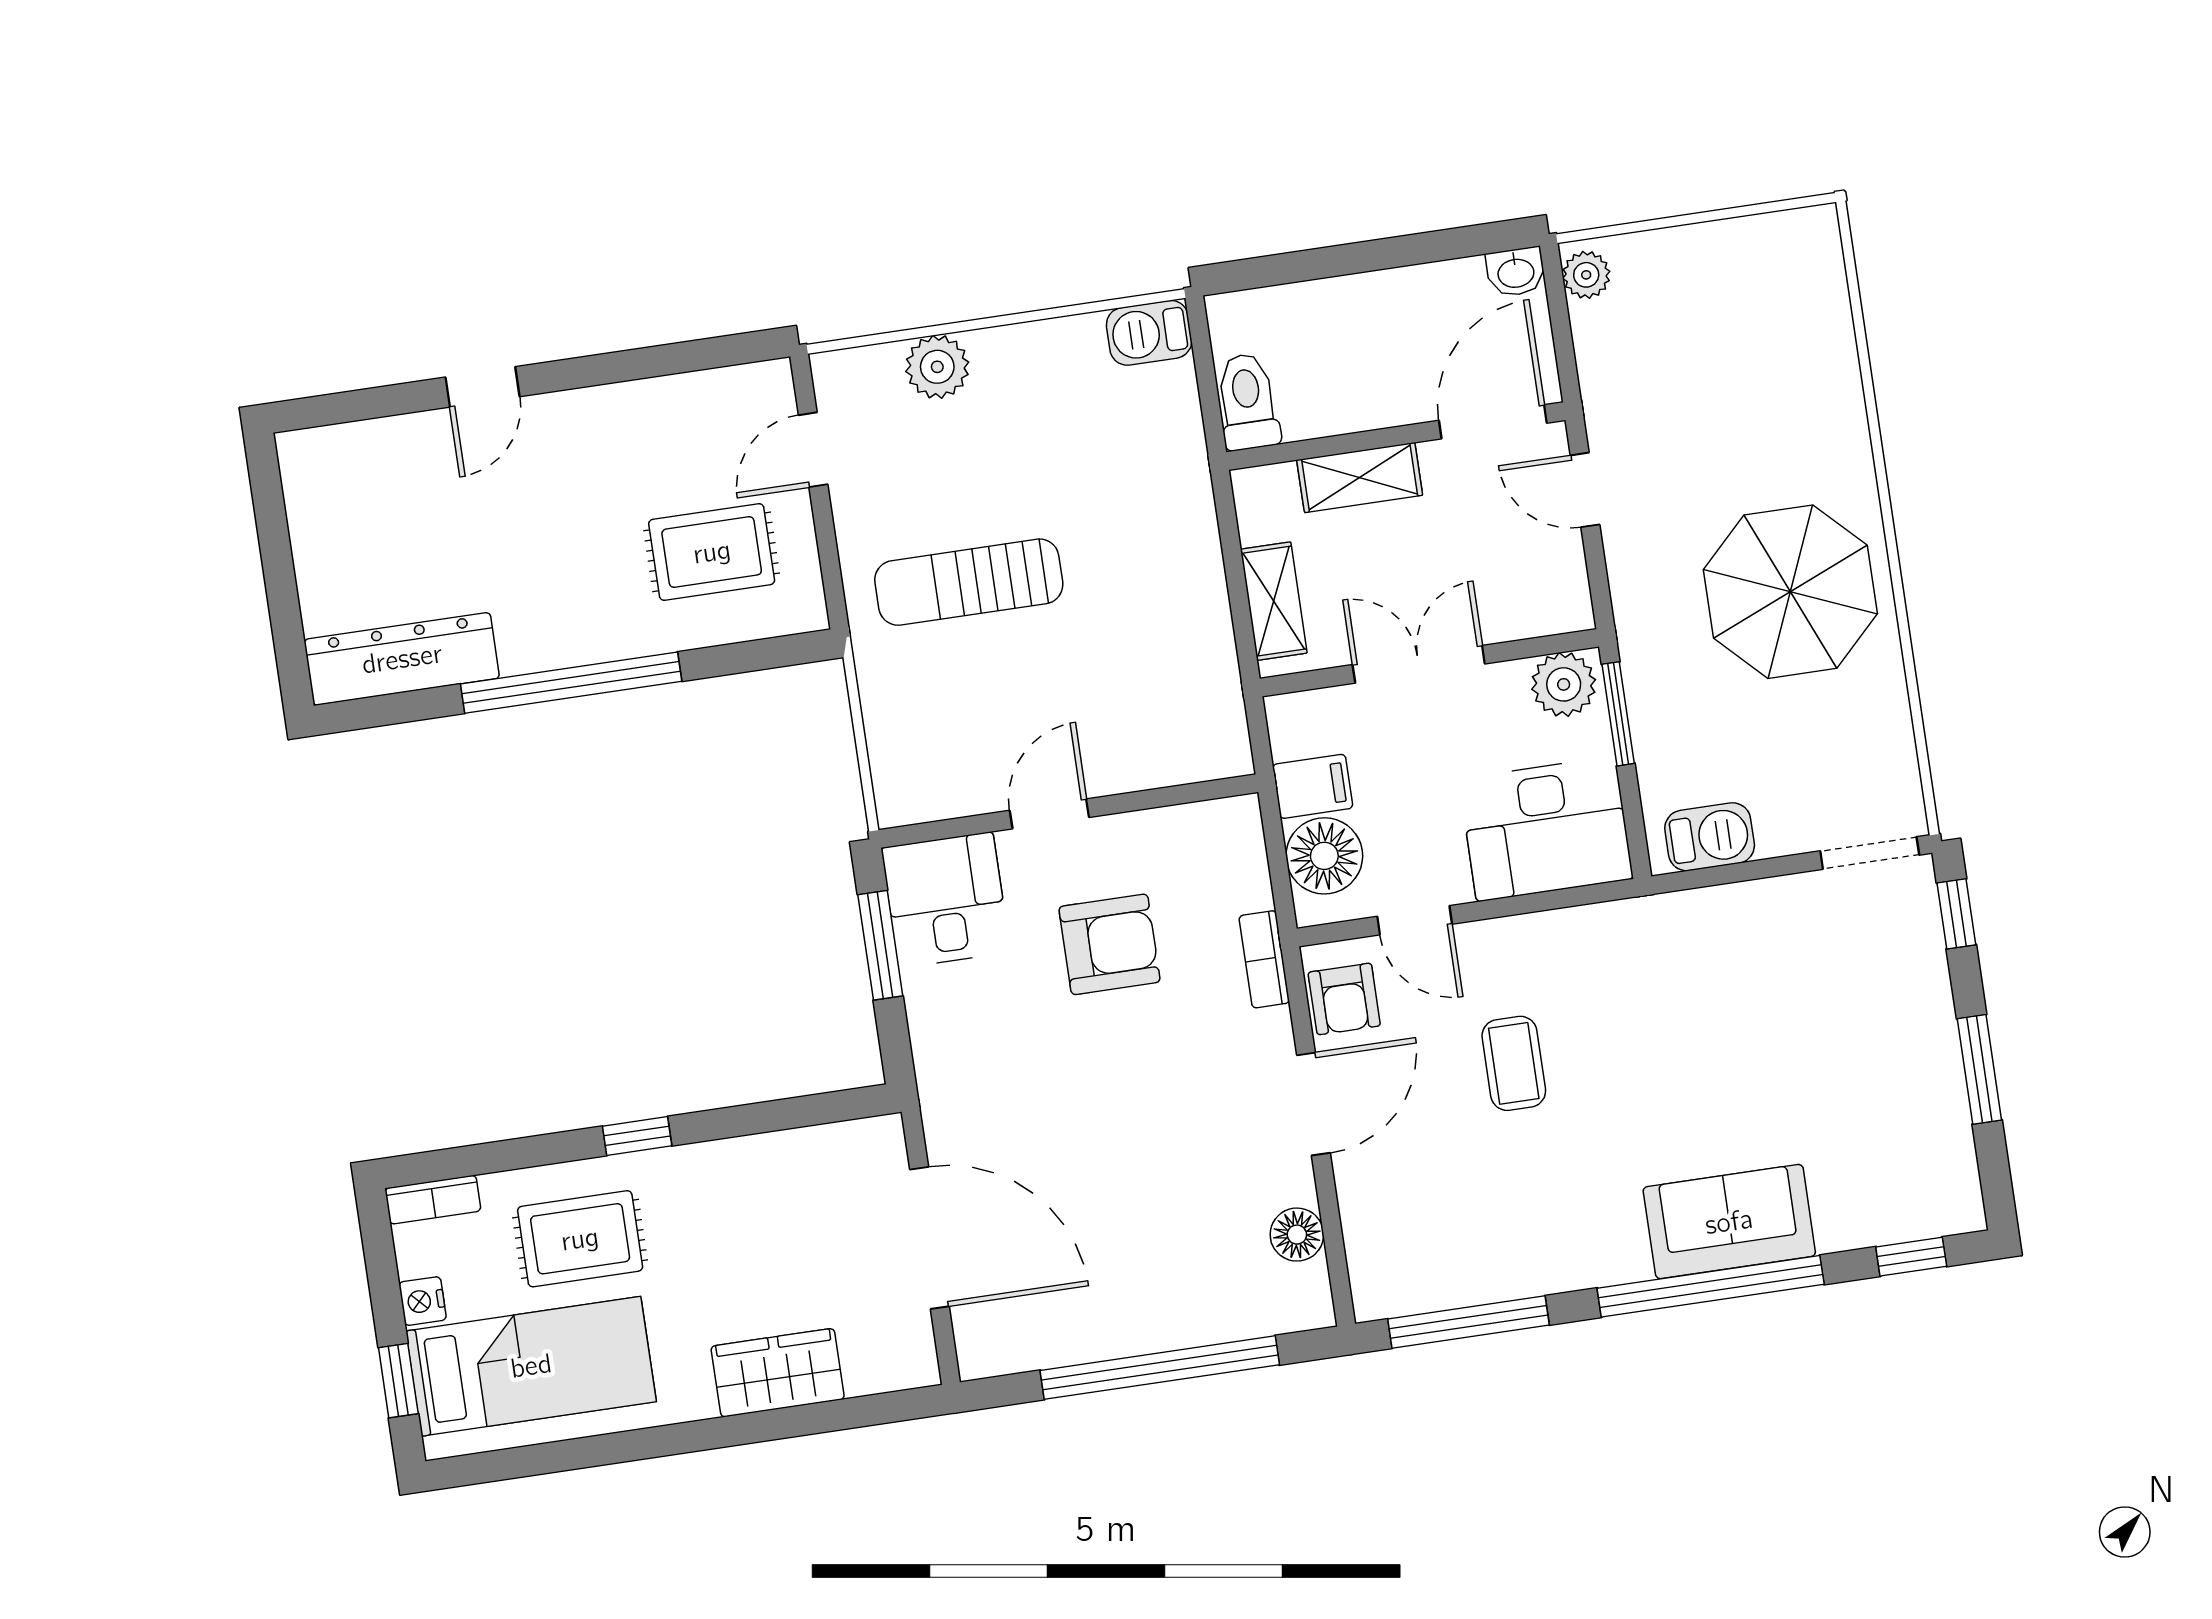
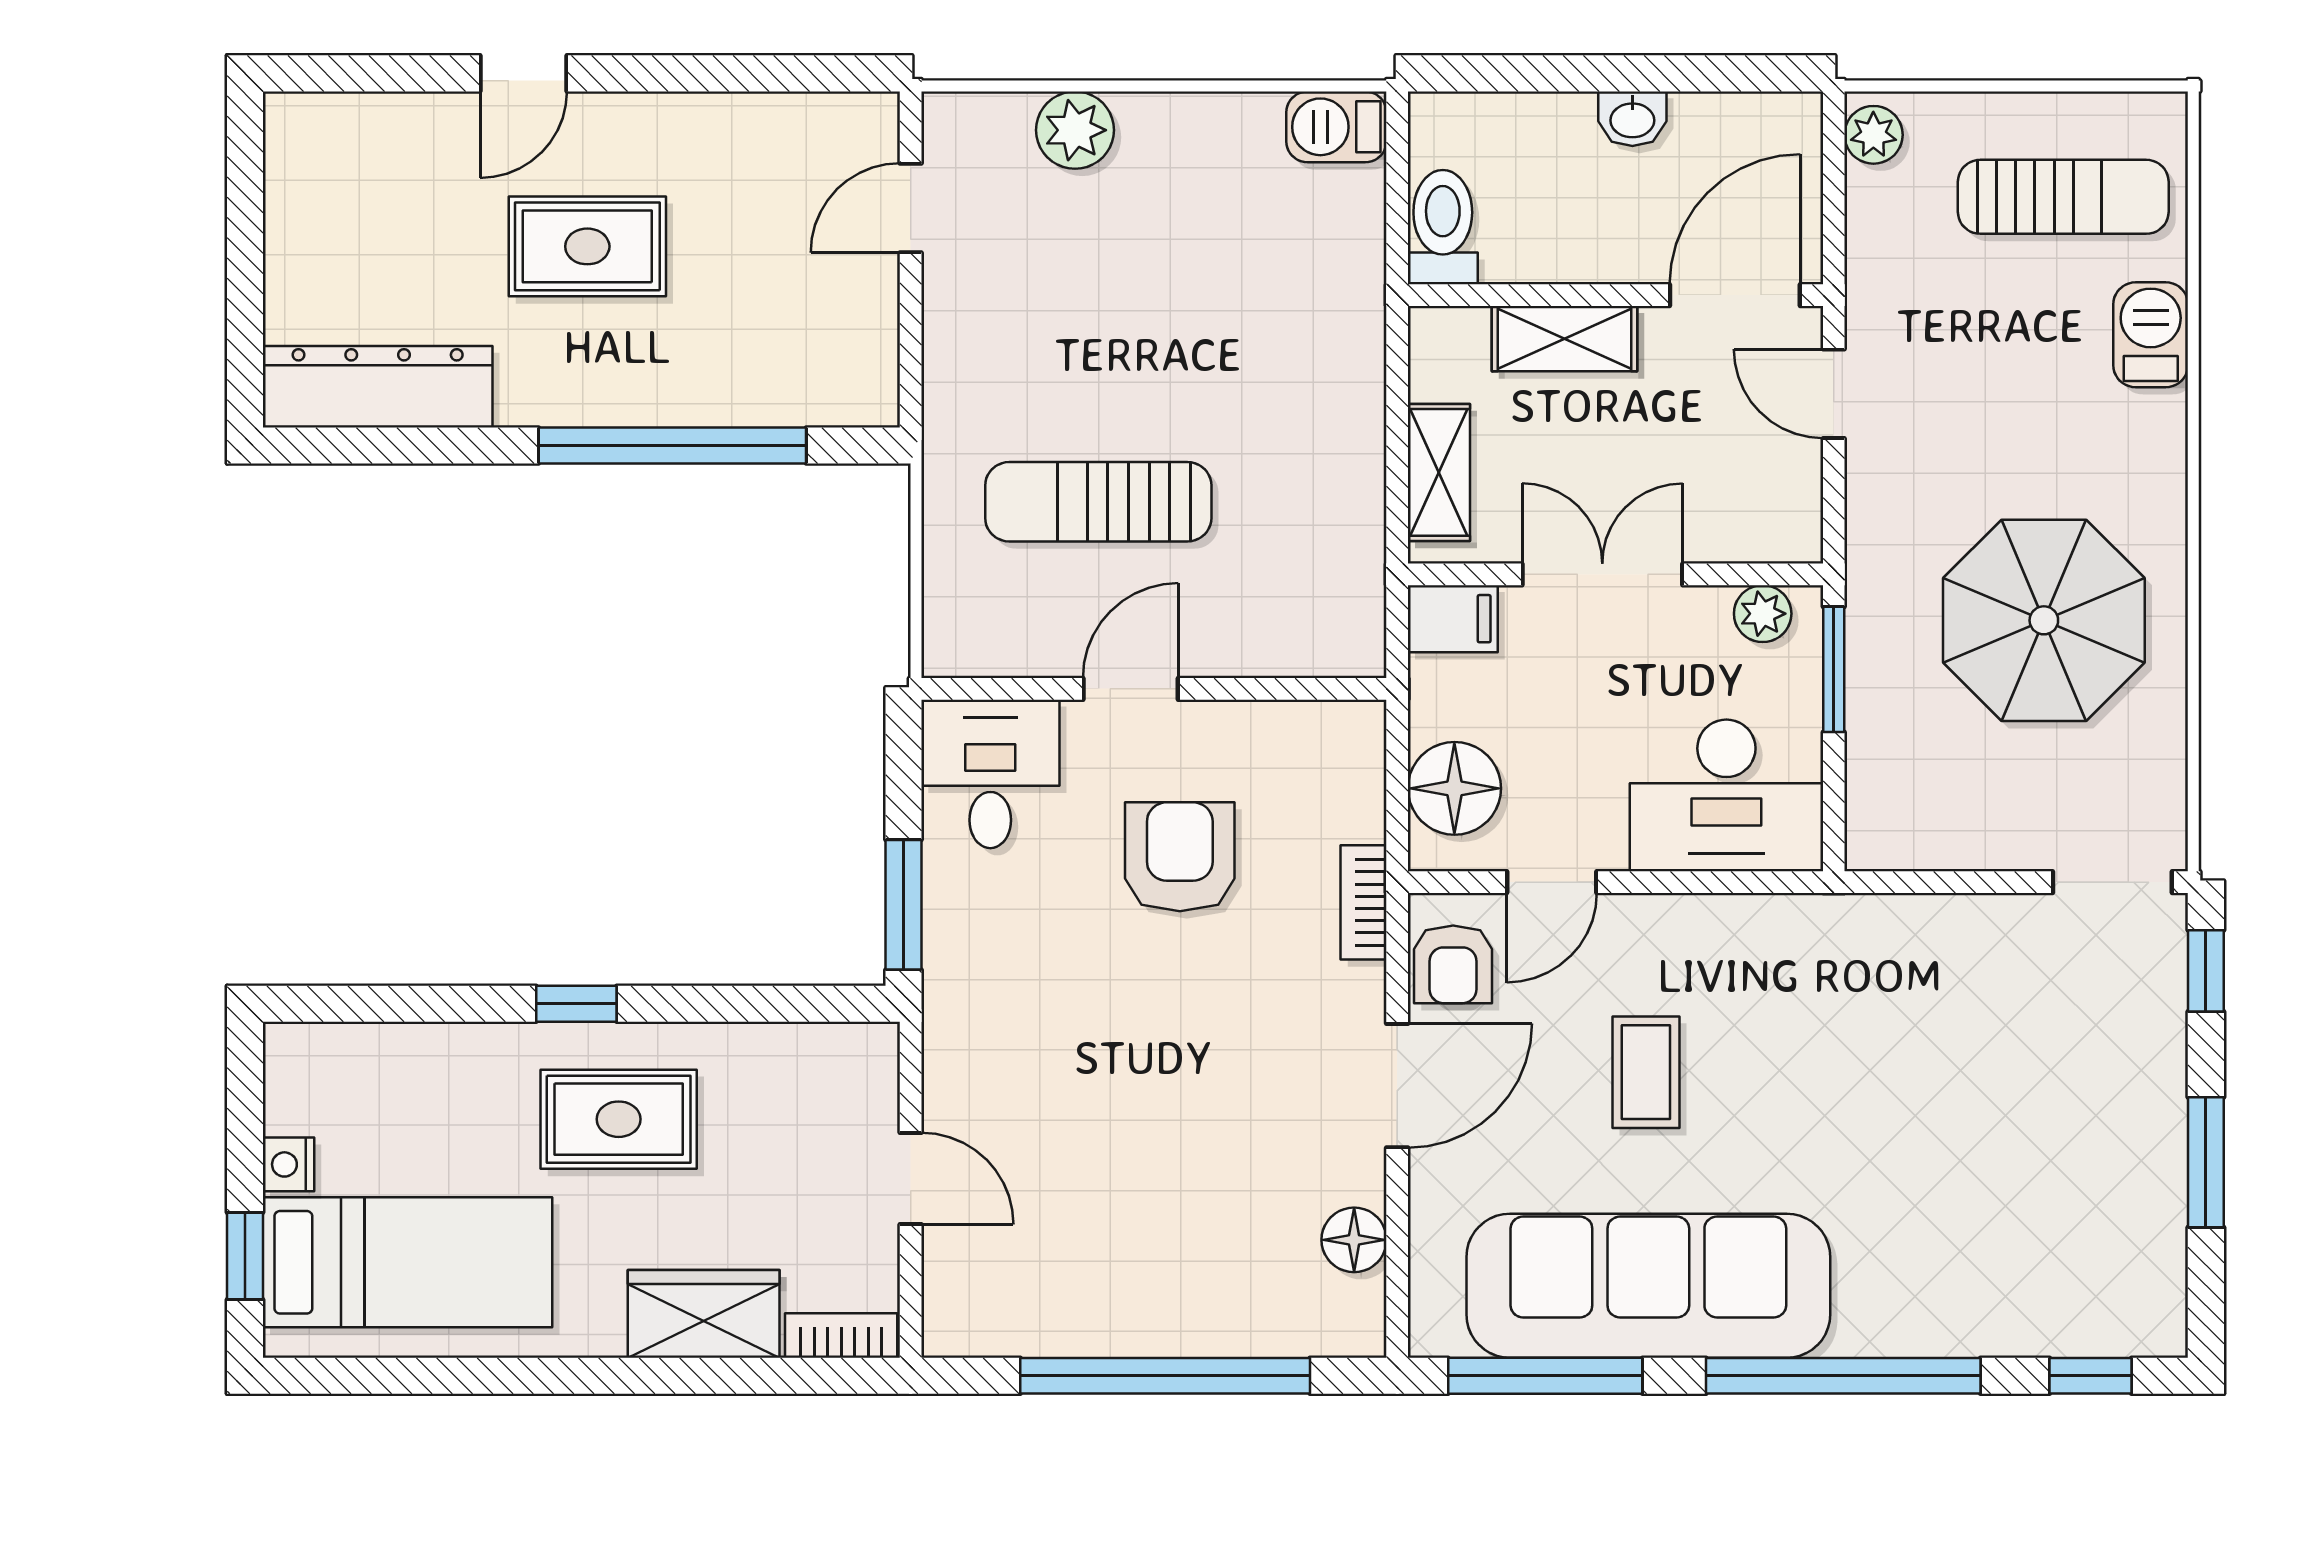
washbasin: (1516, 272) -> (1632, 119), moved
sun lounger: (1748, 302) -> (2063, 197), added
rug: (712, 552) -> (587, 246), moved
sun lounger: (969, 582) -> (1098, 502), moved
parasol: (1790, 592) -> (2044, 620), moved
window: (571, 683) -> (672, 446), moved
plant: (1564, 684) -> (1763, 614), width x0.73, depth x0.73
filing cabinet: (1313, 786) -> (1453, 619), moved
barbecue: (1710, 837) -> (2151, 335), moved, turned -90
door: (1415, 920) -> (1552, 882), hinge flipped
armchair: (1109, 944) -> (1180, 857), turned -90
window: (880, 945) -> (903, 905), moved
bookcase: (433, 1200) -> (841, 1336), moved, turned 180
sofa: (1729, 1222) -> (1648, 1286), moved, width x1.85, depth x1.27
door: (929, 1238) -> (911, 1179), width x0.53
rug: (580, 1239) -> (619, 1119), moved

